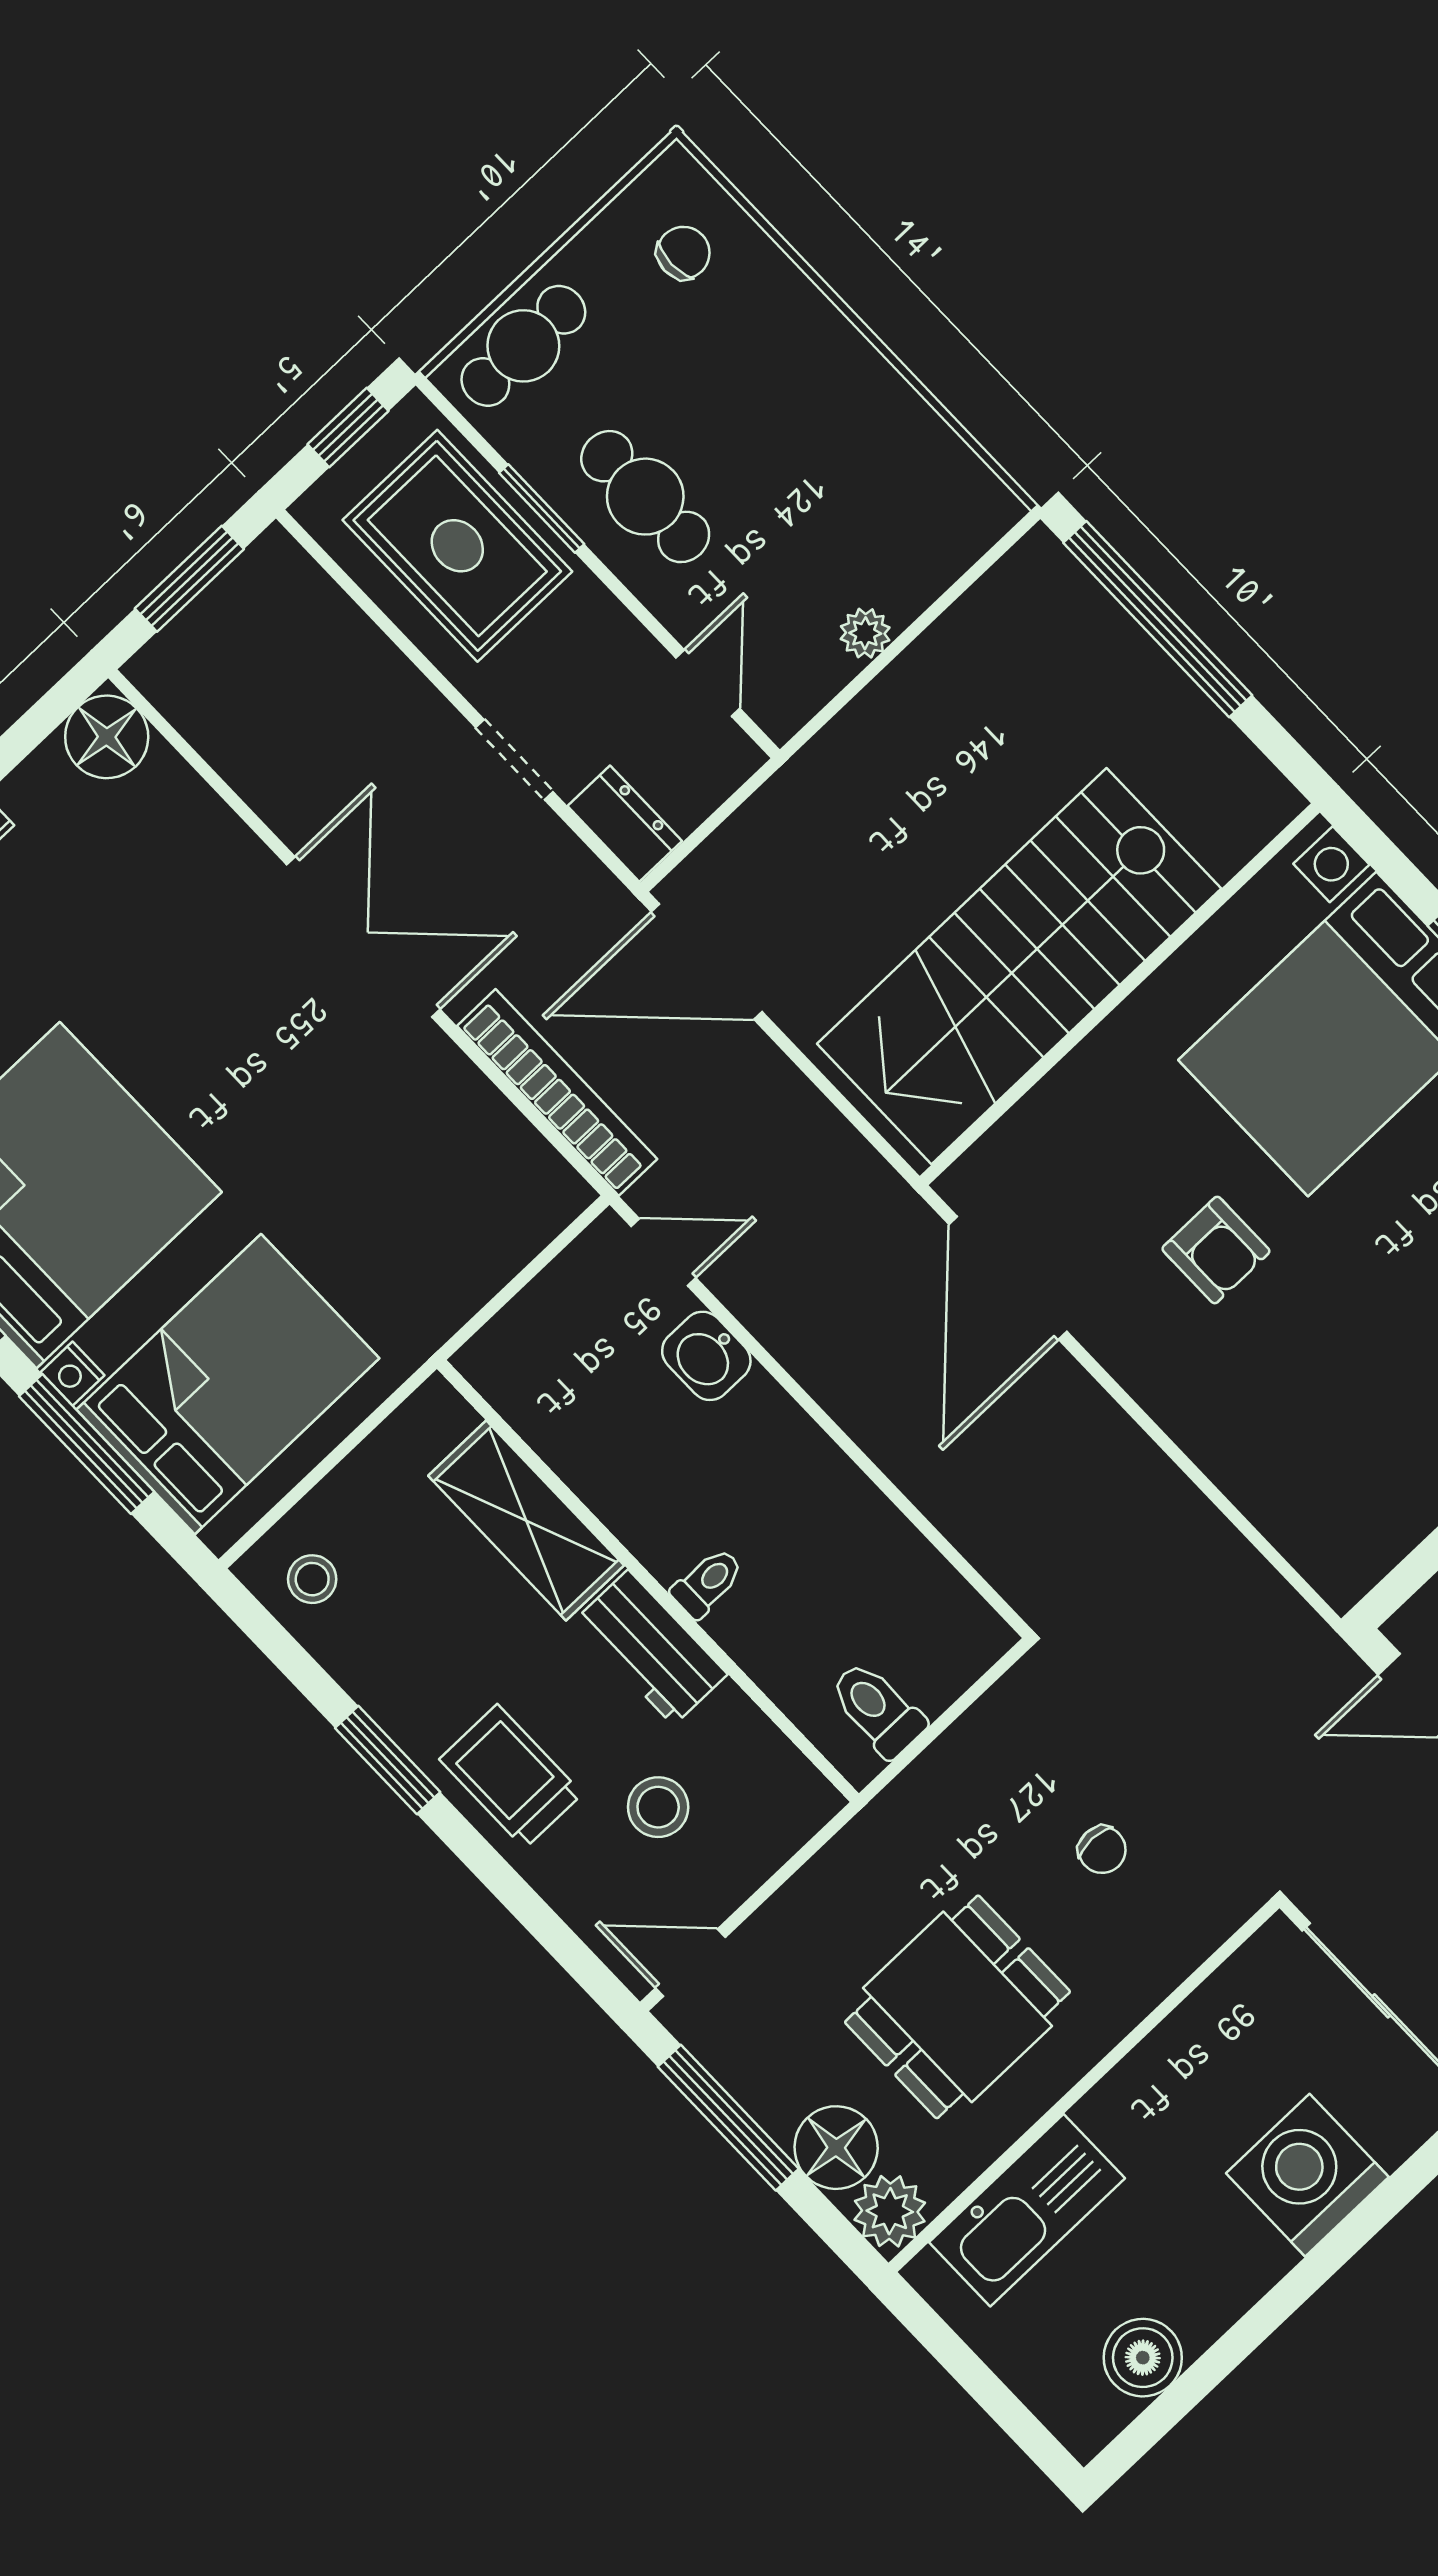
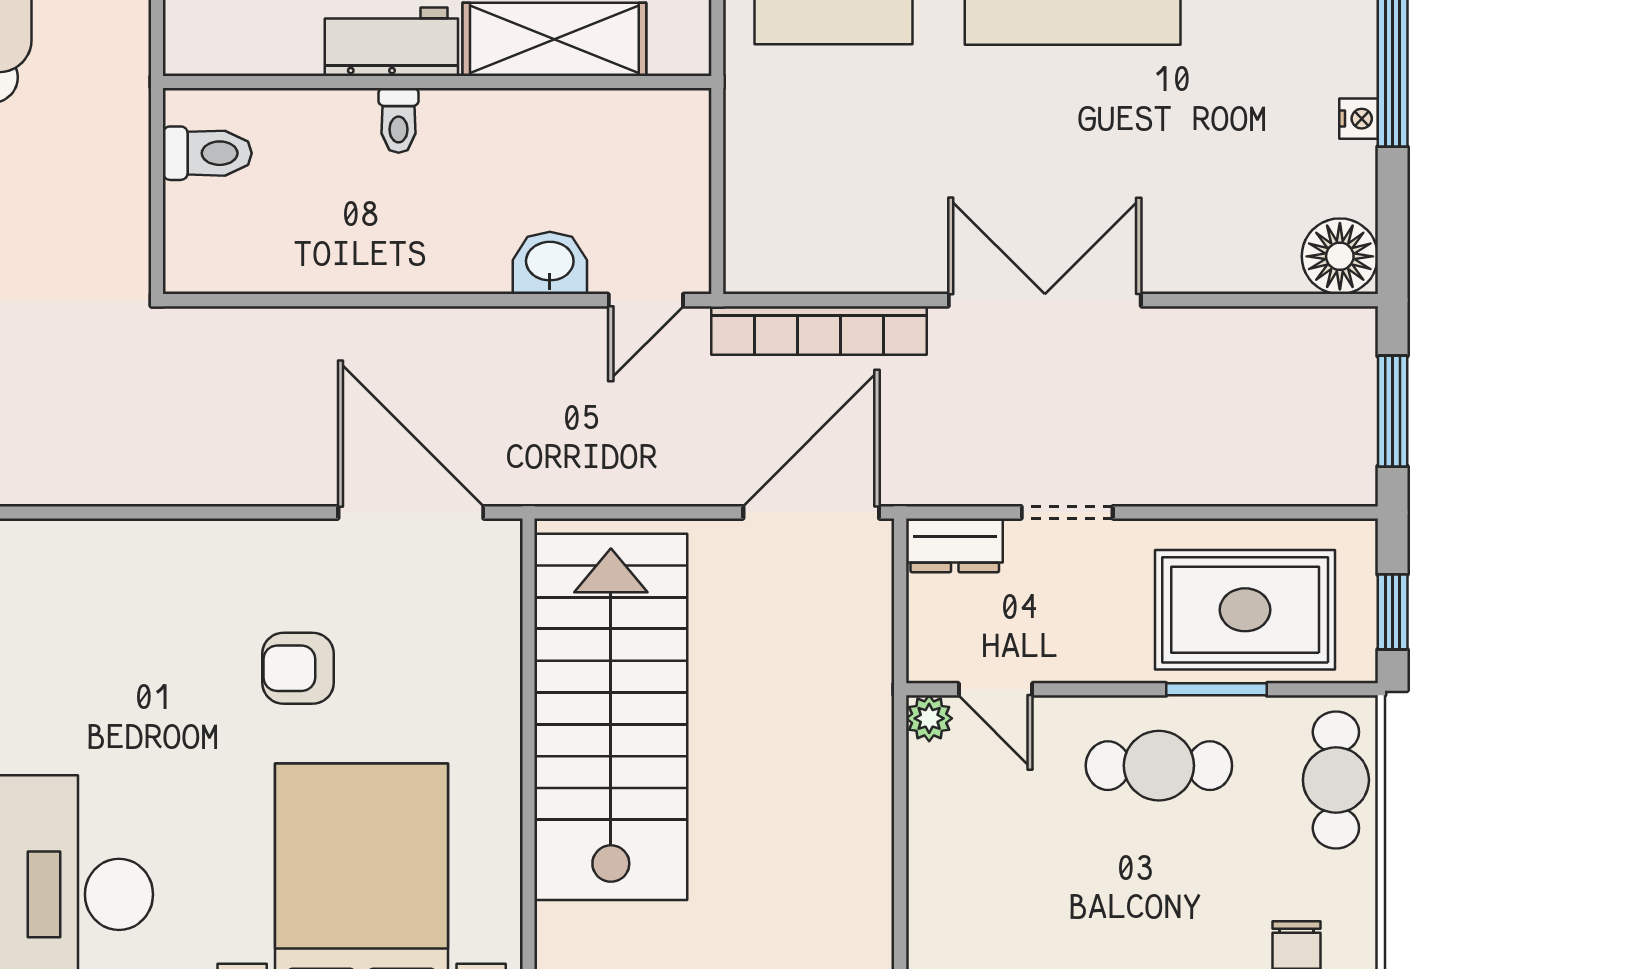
plant: (865, 633) -> (929, 718), moved
double door: (363, 937) -> (1045, 300), swing flipped

